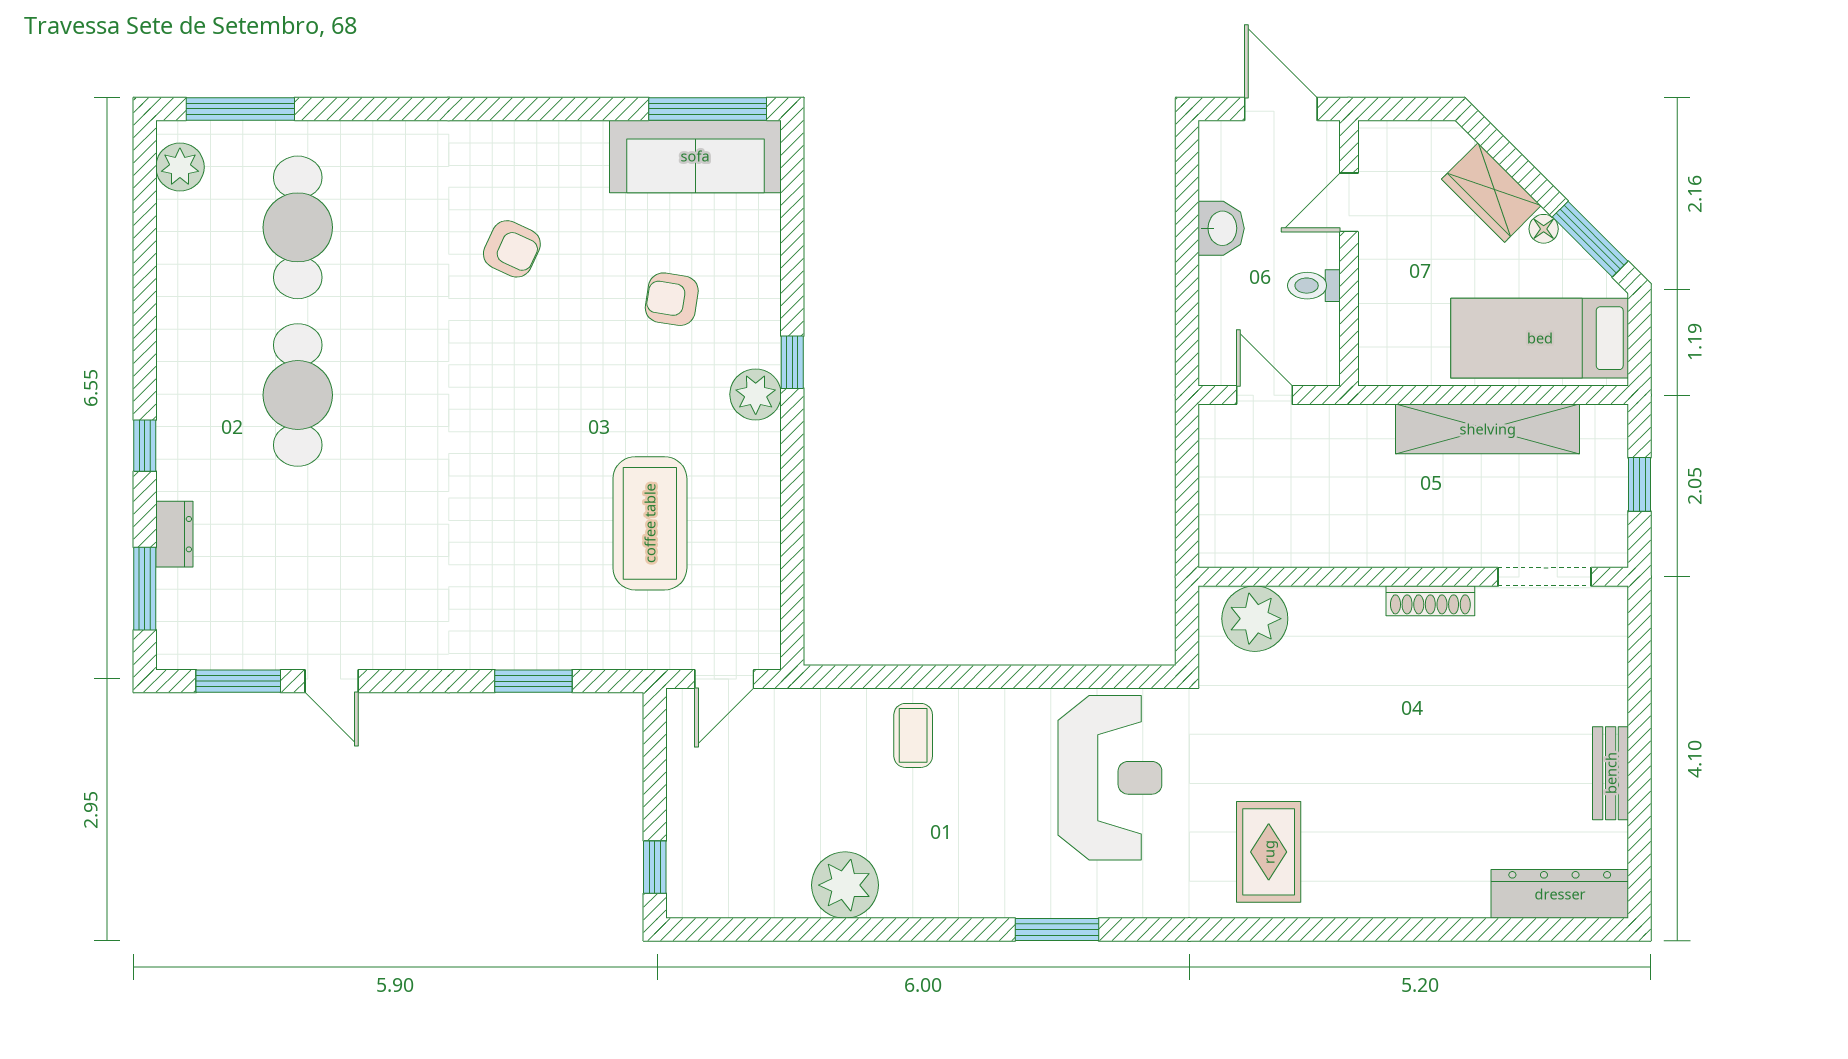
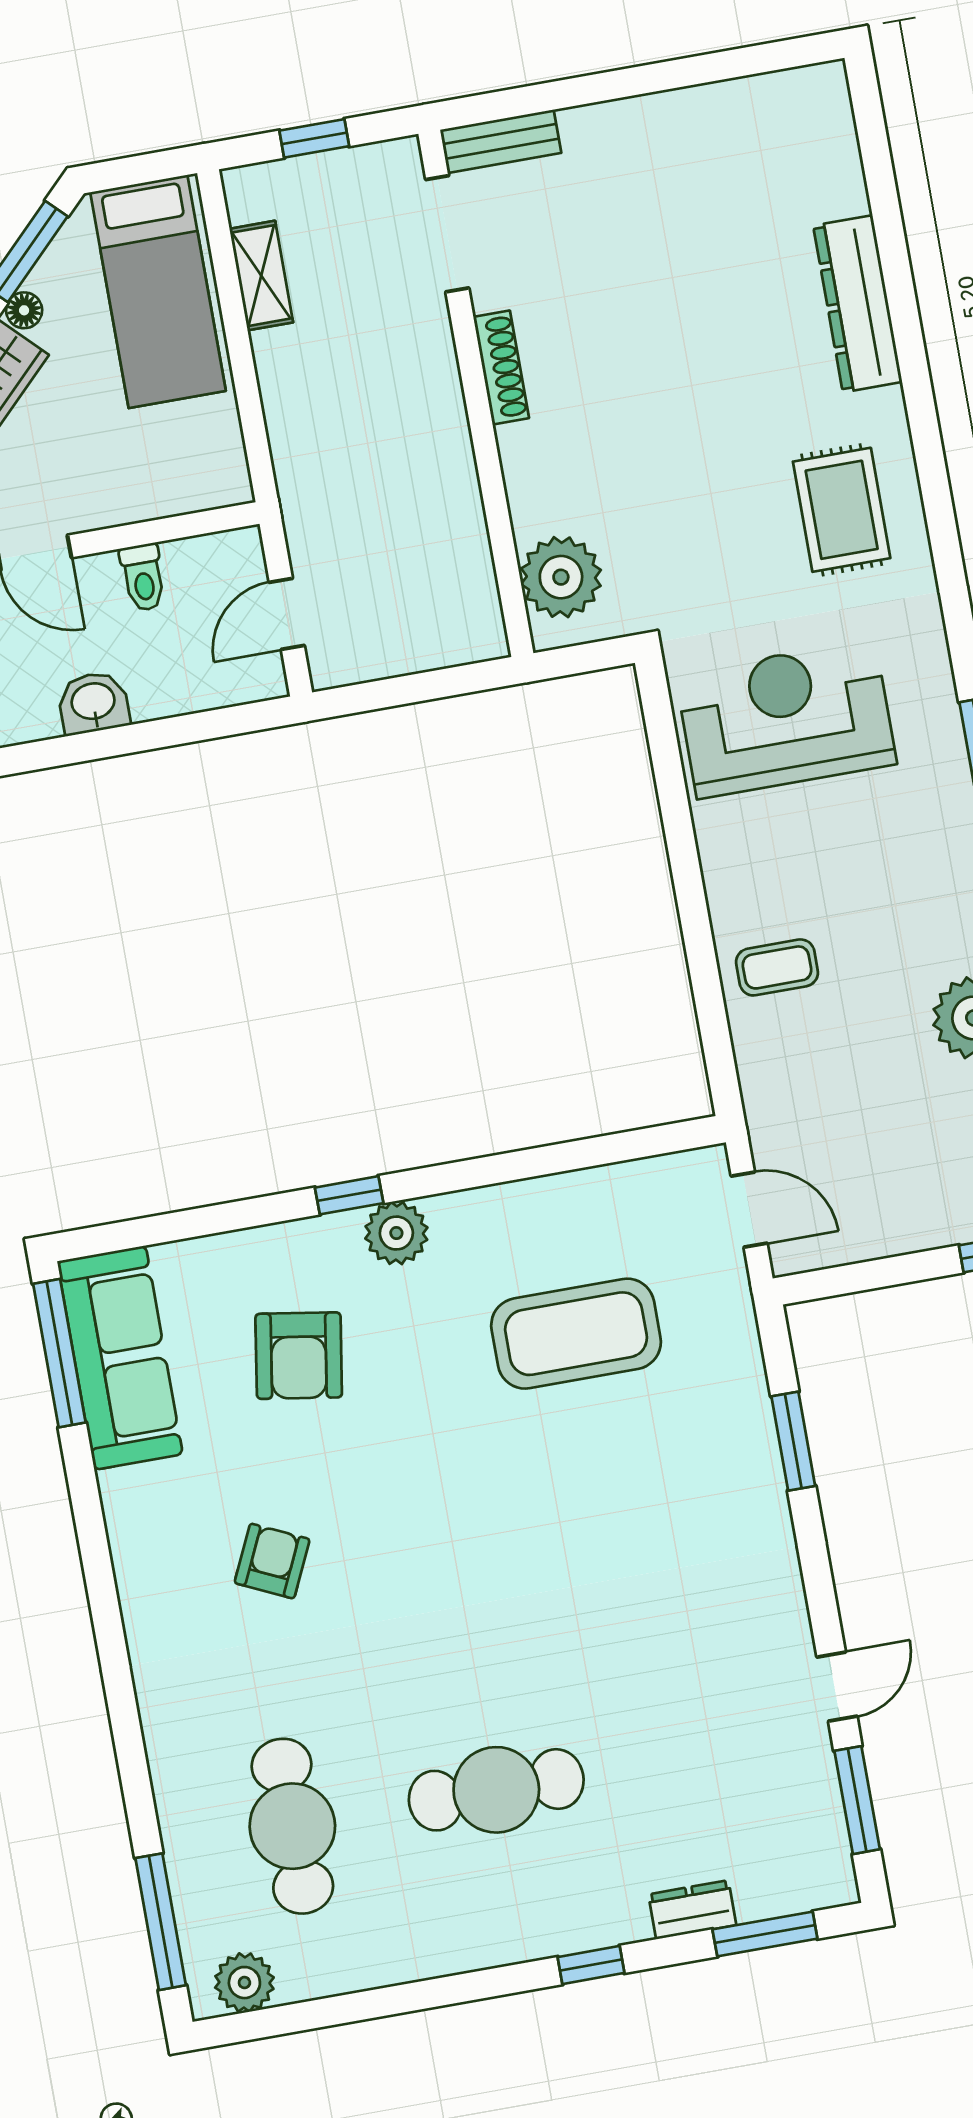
cafe table: (298, 227) -> (292, 1826), turned 90
armchair: (672, 299) -> (299, 1356), width x1.38, depth x1.38
shelving: (1488, 429) -> (261, 276), width x0.45, depth x0.75
bench: (1611, 773) -> (501, 141), moved
rug: (1269, 852) -> (842, 510), turned 90
dresser: (1560, 894) -> (858, 304), moved

